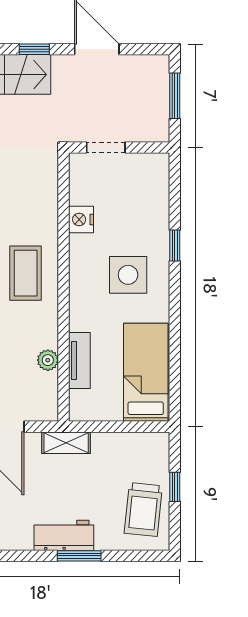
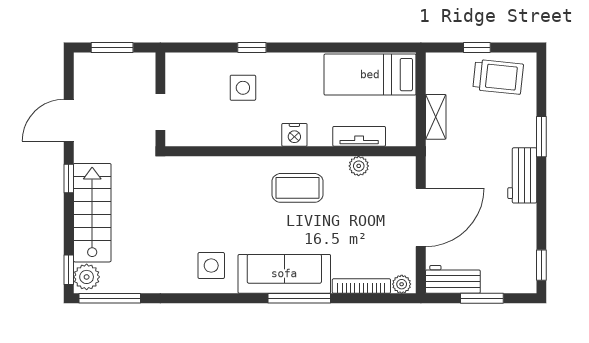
nightstand: (81, 219) -> (294, 135), moved
coffee table: (26, 273) -> (298, 188), moved
side table: (128, 275) -> (243, 88), moved, width x0.73, depth x0.73
shelving: (66, 443) -> (436, 117), moved
workbench: (64, 535) -> (522, 175), moved

